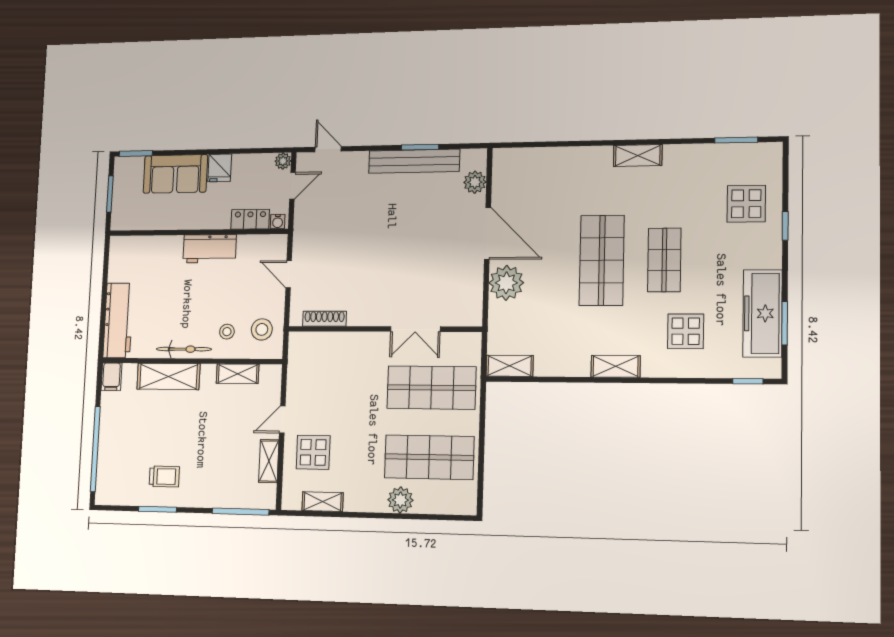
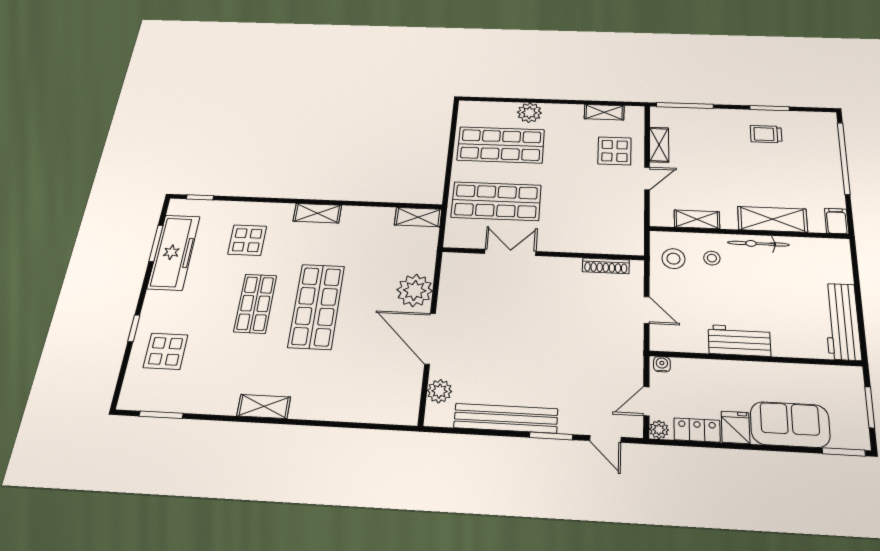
window: (420, 147) -> (551, 436), moved
locker: (250, 219) -> (697, 430), moved, turned 180
workbench: (118, 320) -> (842, 321), moved

